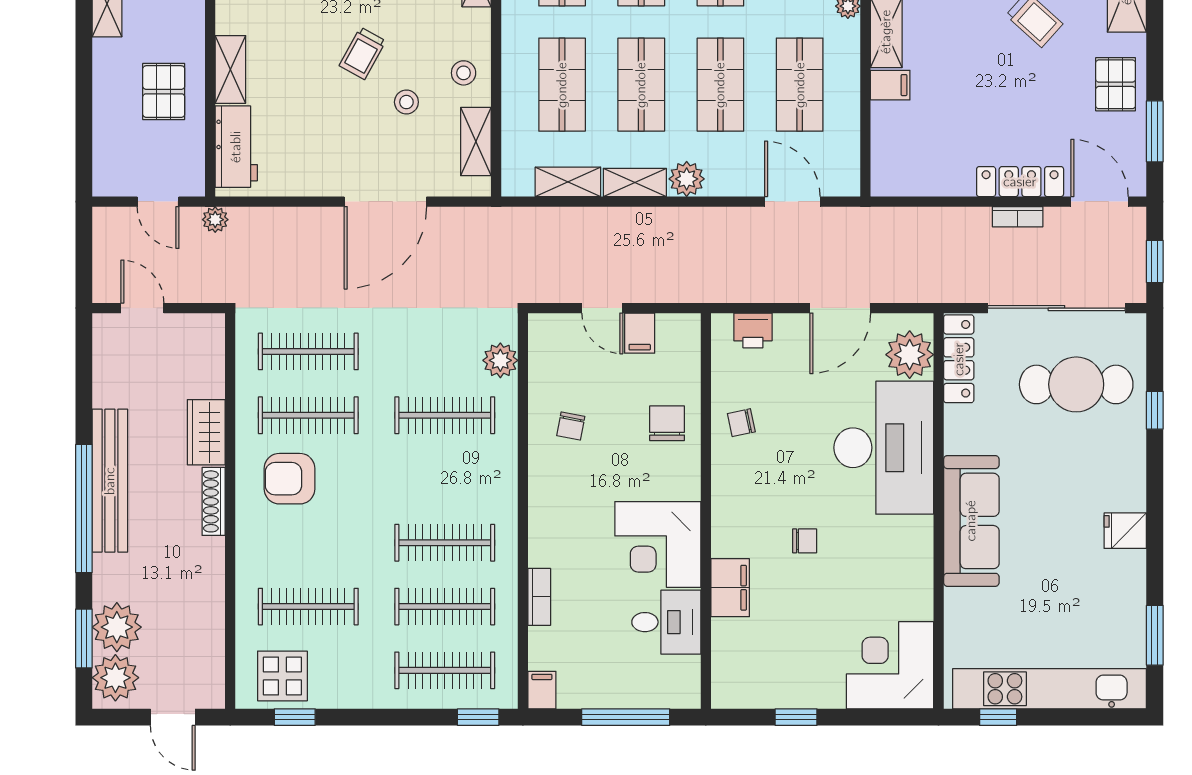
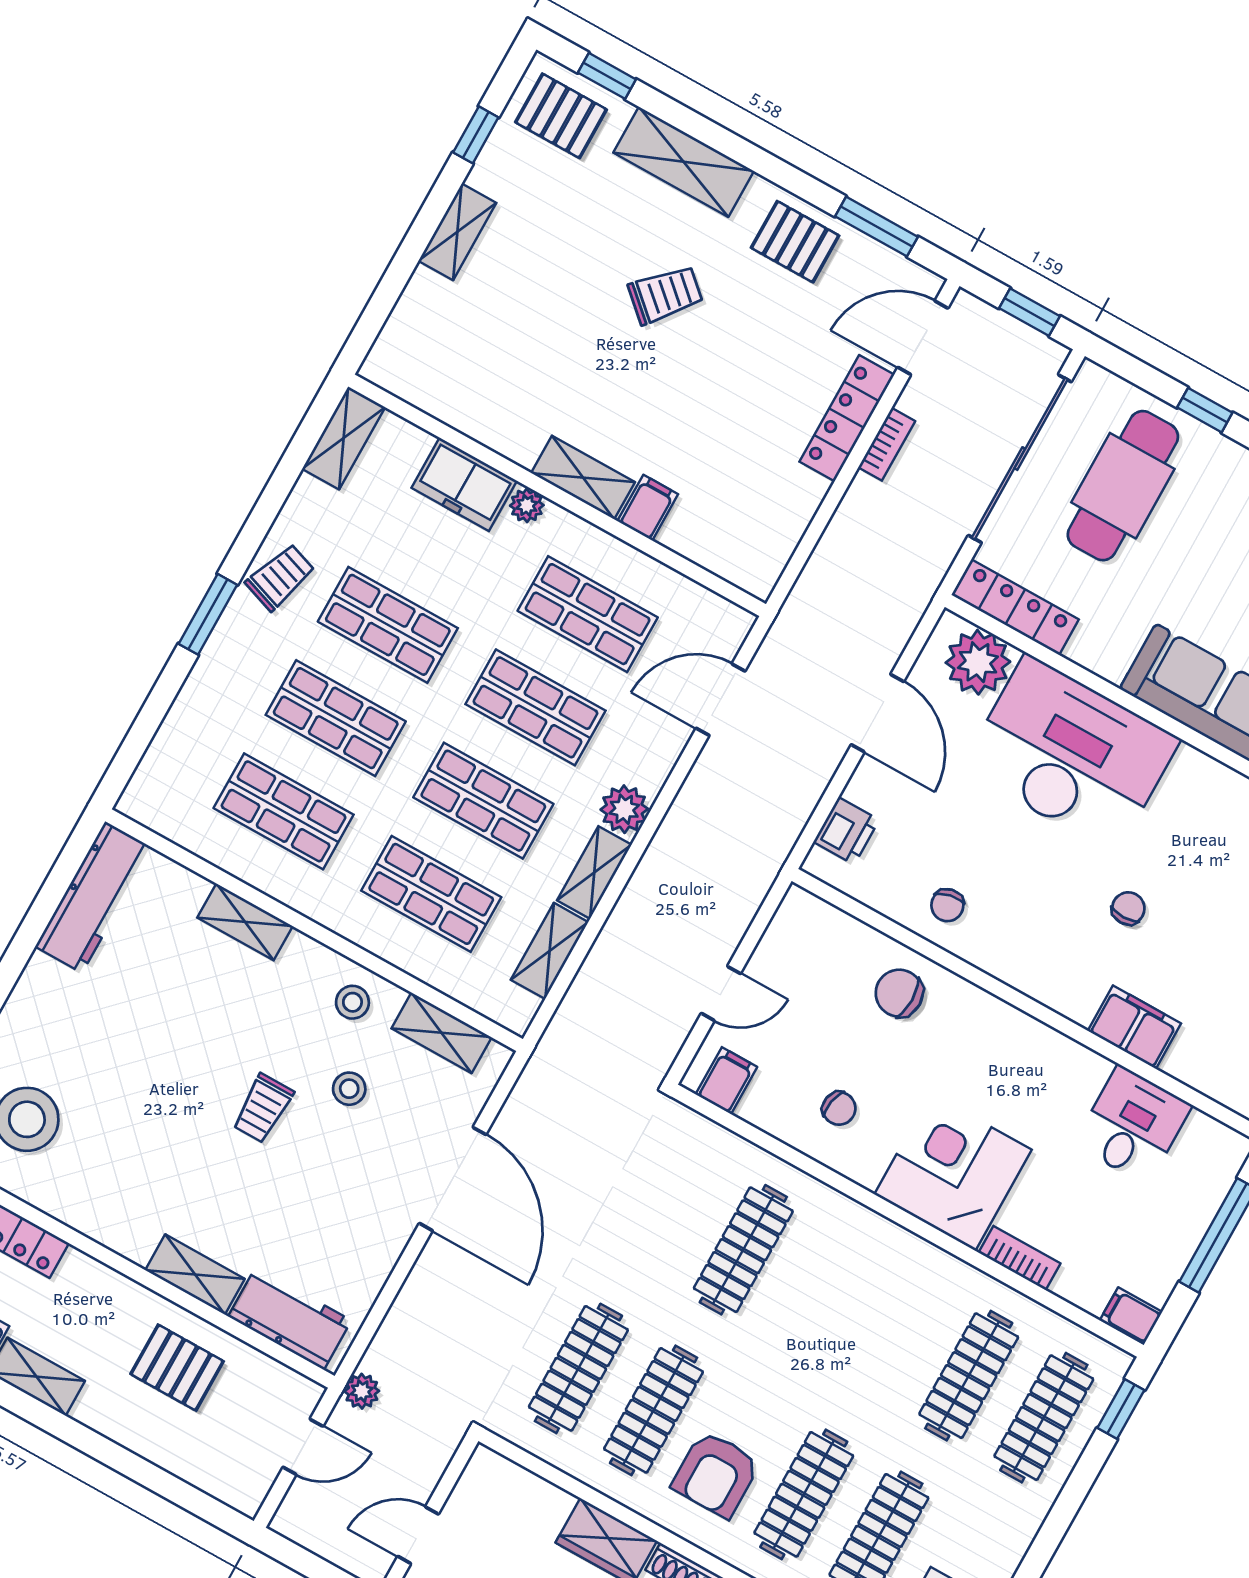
trolley: (363, 53) -> (263, 1108), turned 61
filing cabinet: (640, 333) -> (726, 1081), moved, turned -90
plant: (500, 360) -> (715, 1148), removed
clothes rail: (445, 543) -> (804, 1494), moved
corner desk: (658, 545) -> (953, 1172), moved, turned 180

